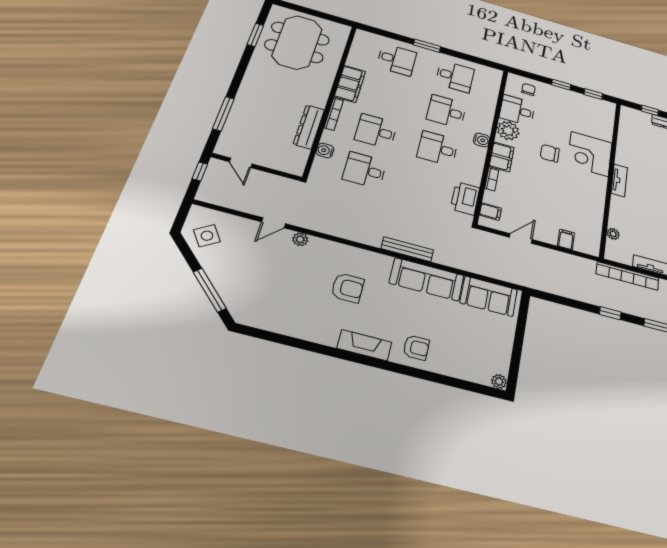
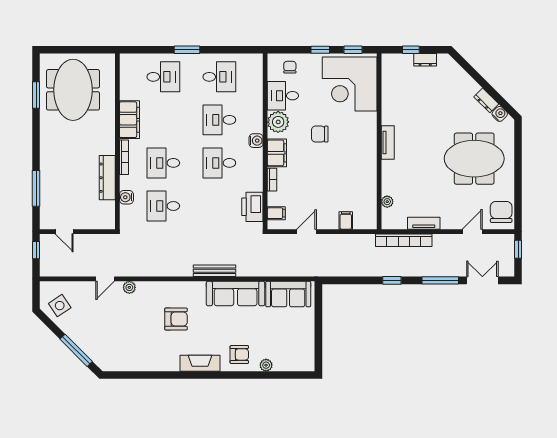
corner desk: (590, 154) -> (350, 84), moved, width x1.36, depth x1.36
plant: (499, 381) -> (266, 365), moved

